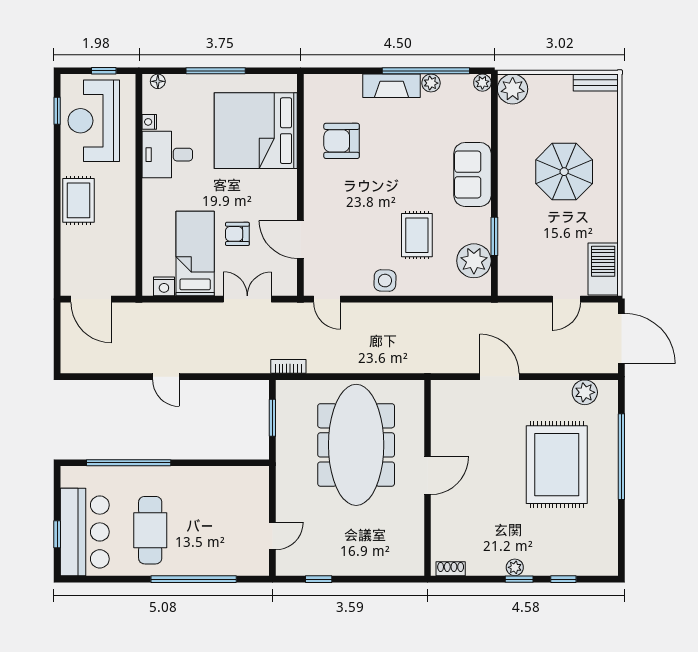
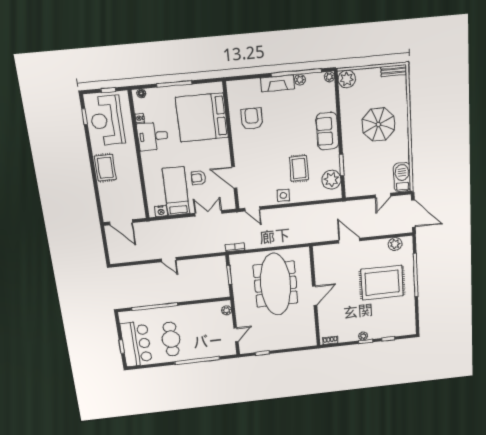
armchair: (342, 141) -> (252, 119), turned 90
rug: (557, 465) -> (382, 283), turned 90
plant: (260, 486) -> (227, 310), added

